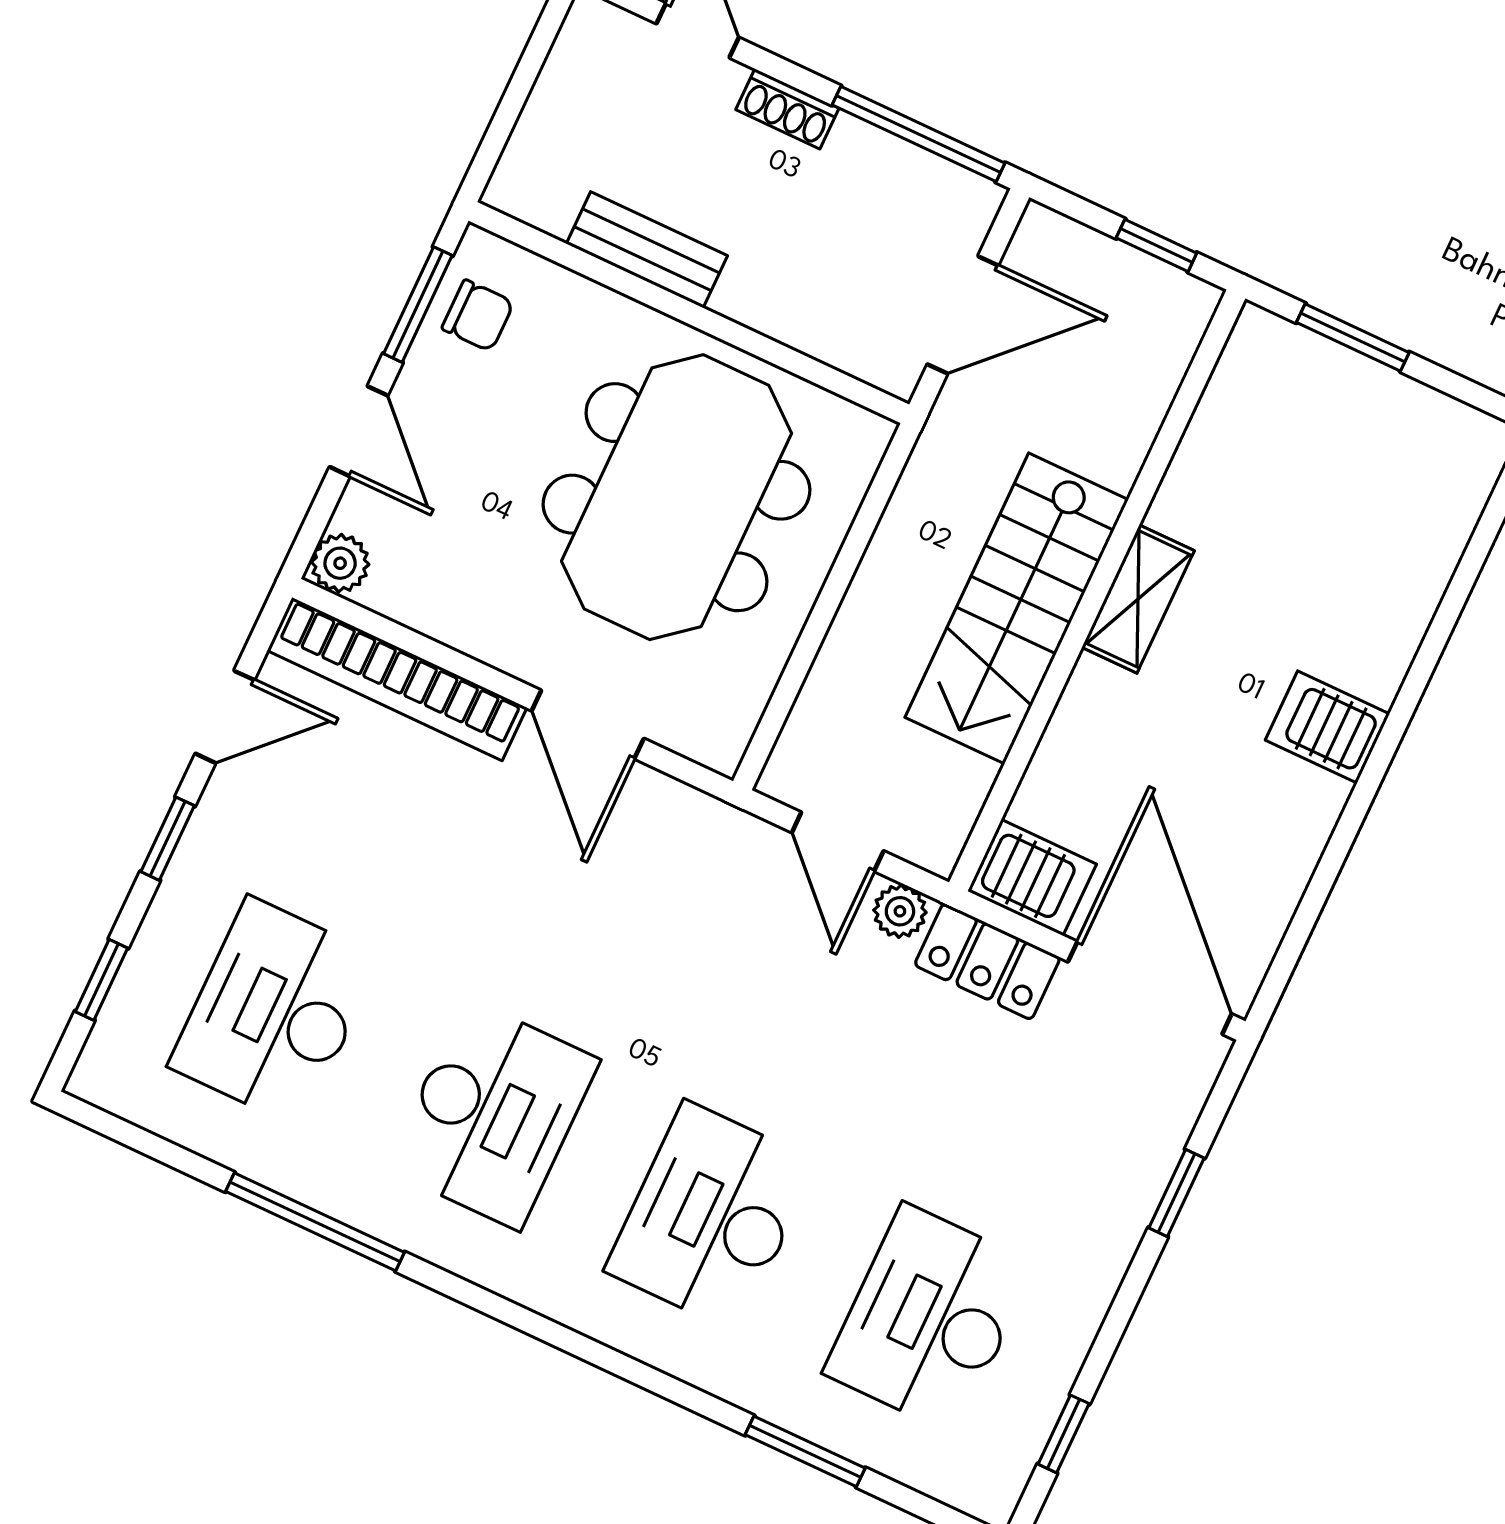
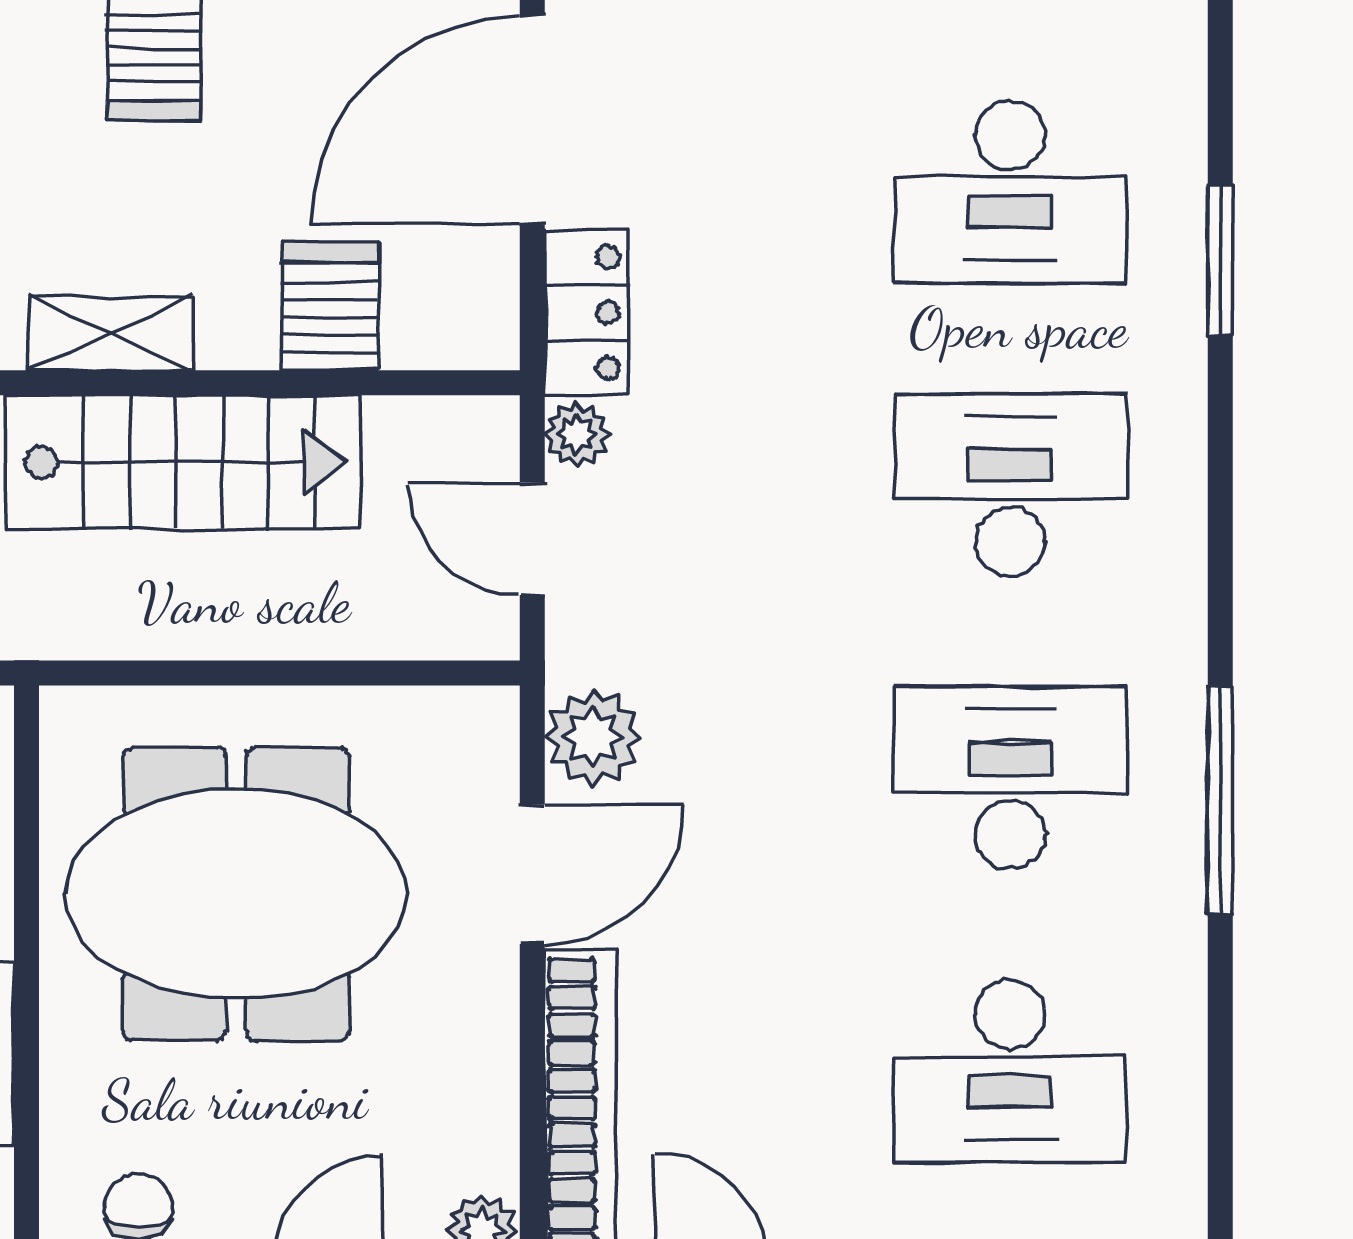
plant: (669, 818) -> (593, 737), added
door: (838, 842) -> (532, 539), swing flipped
server rack: (1032, 878) -> (330, 306), moved
desk: (711, 1216) -> (1010, 485), turned 180
window: (315, 1222) -> (1220, 800), moved

